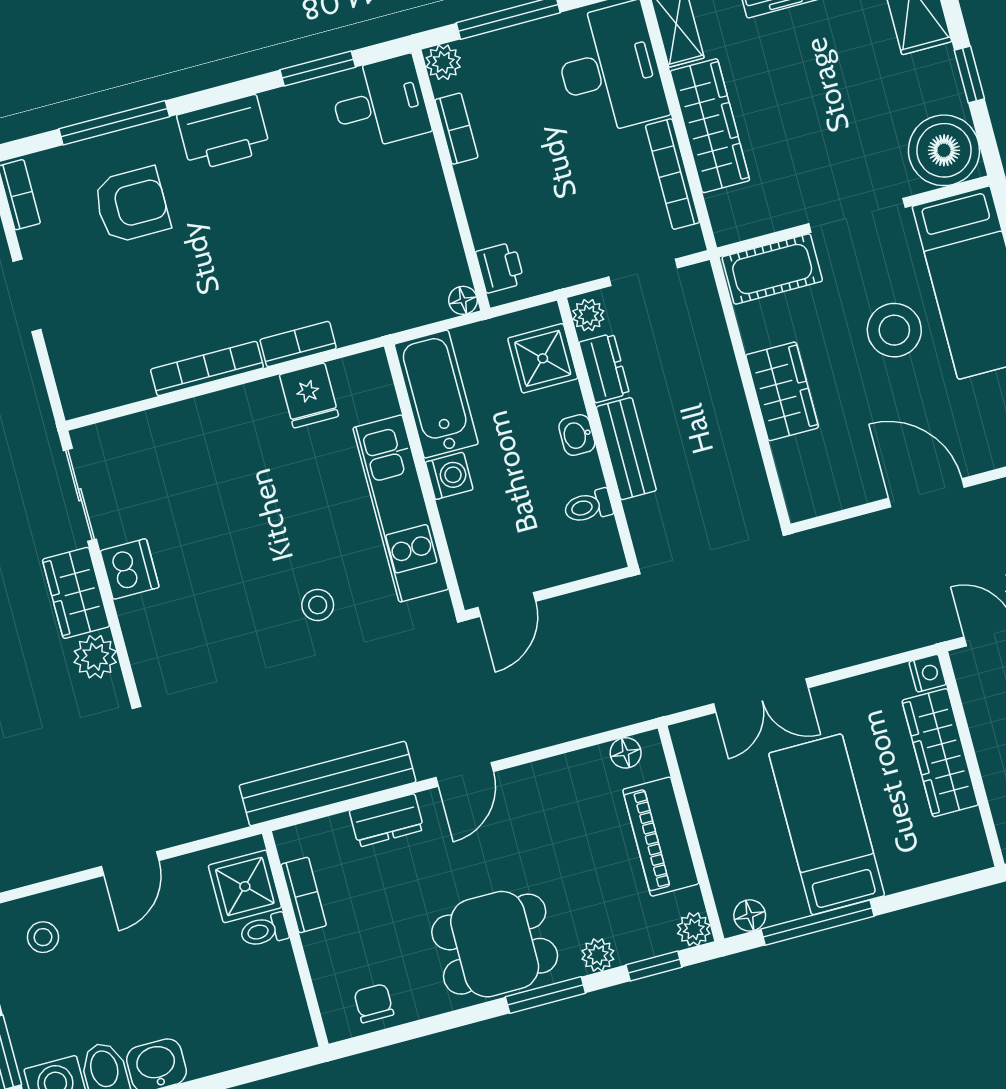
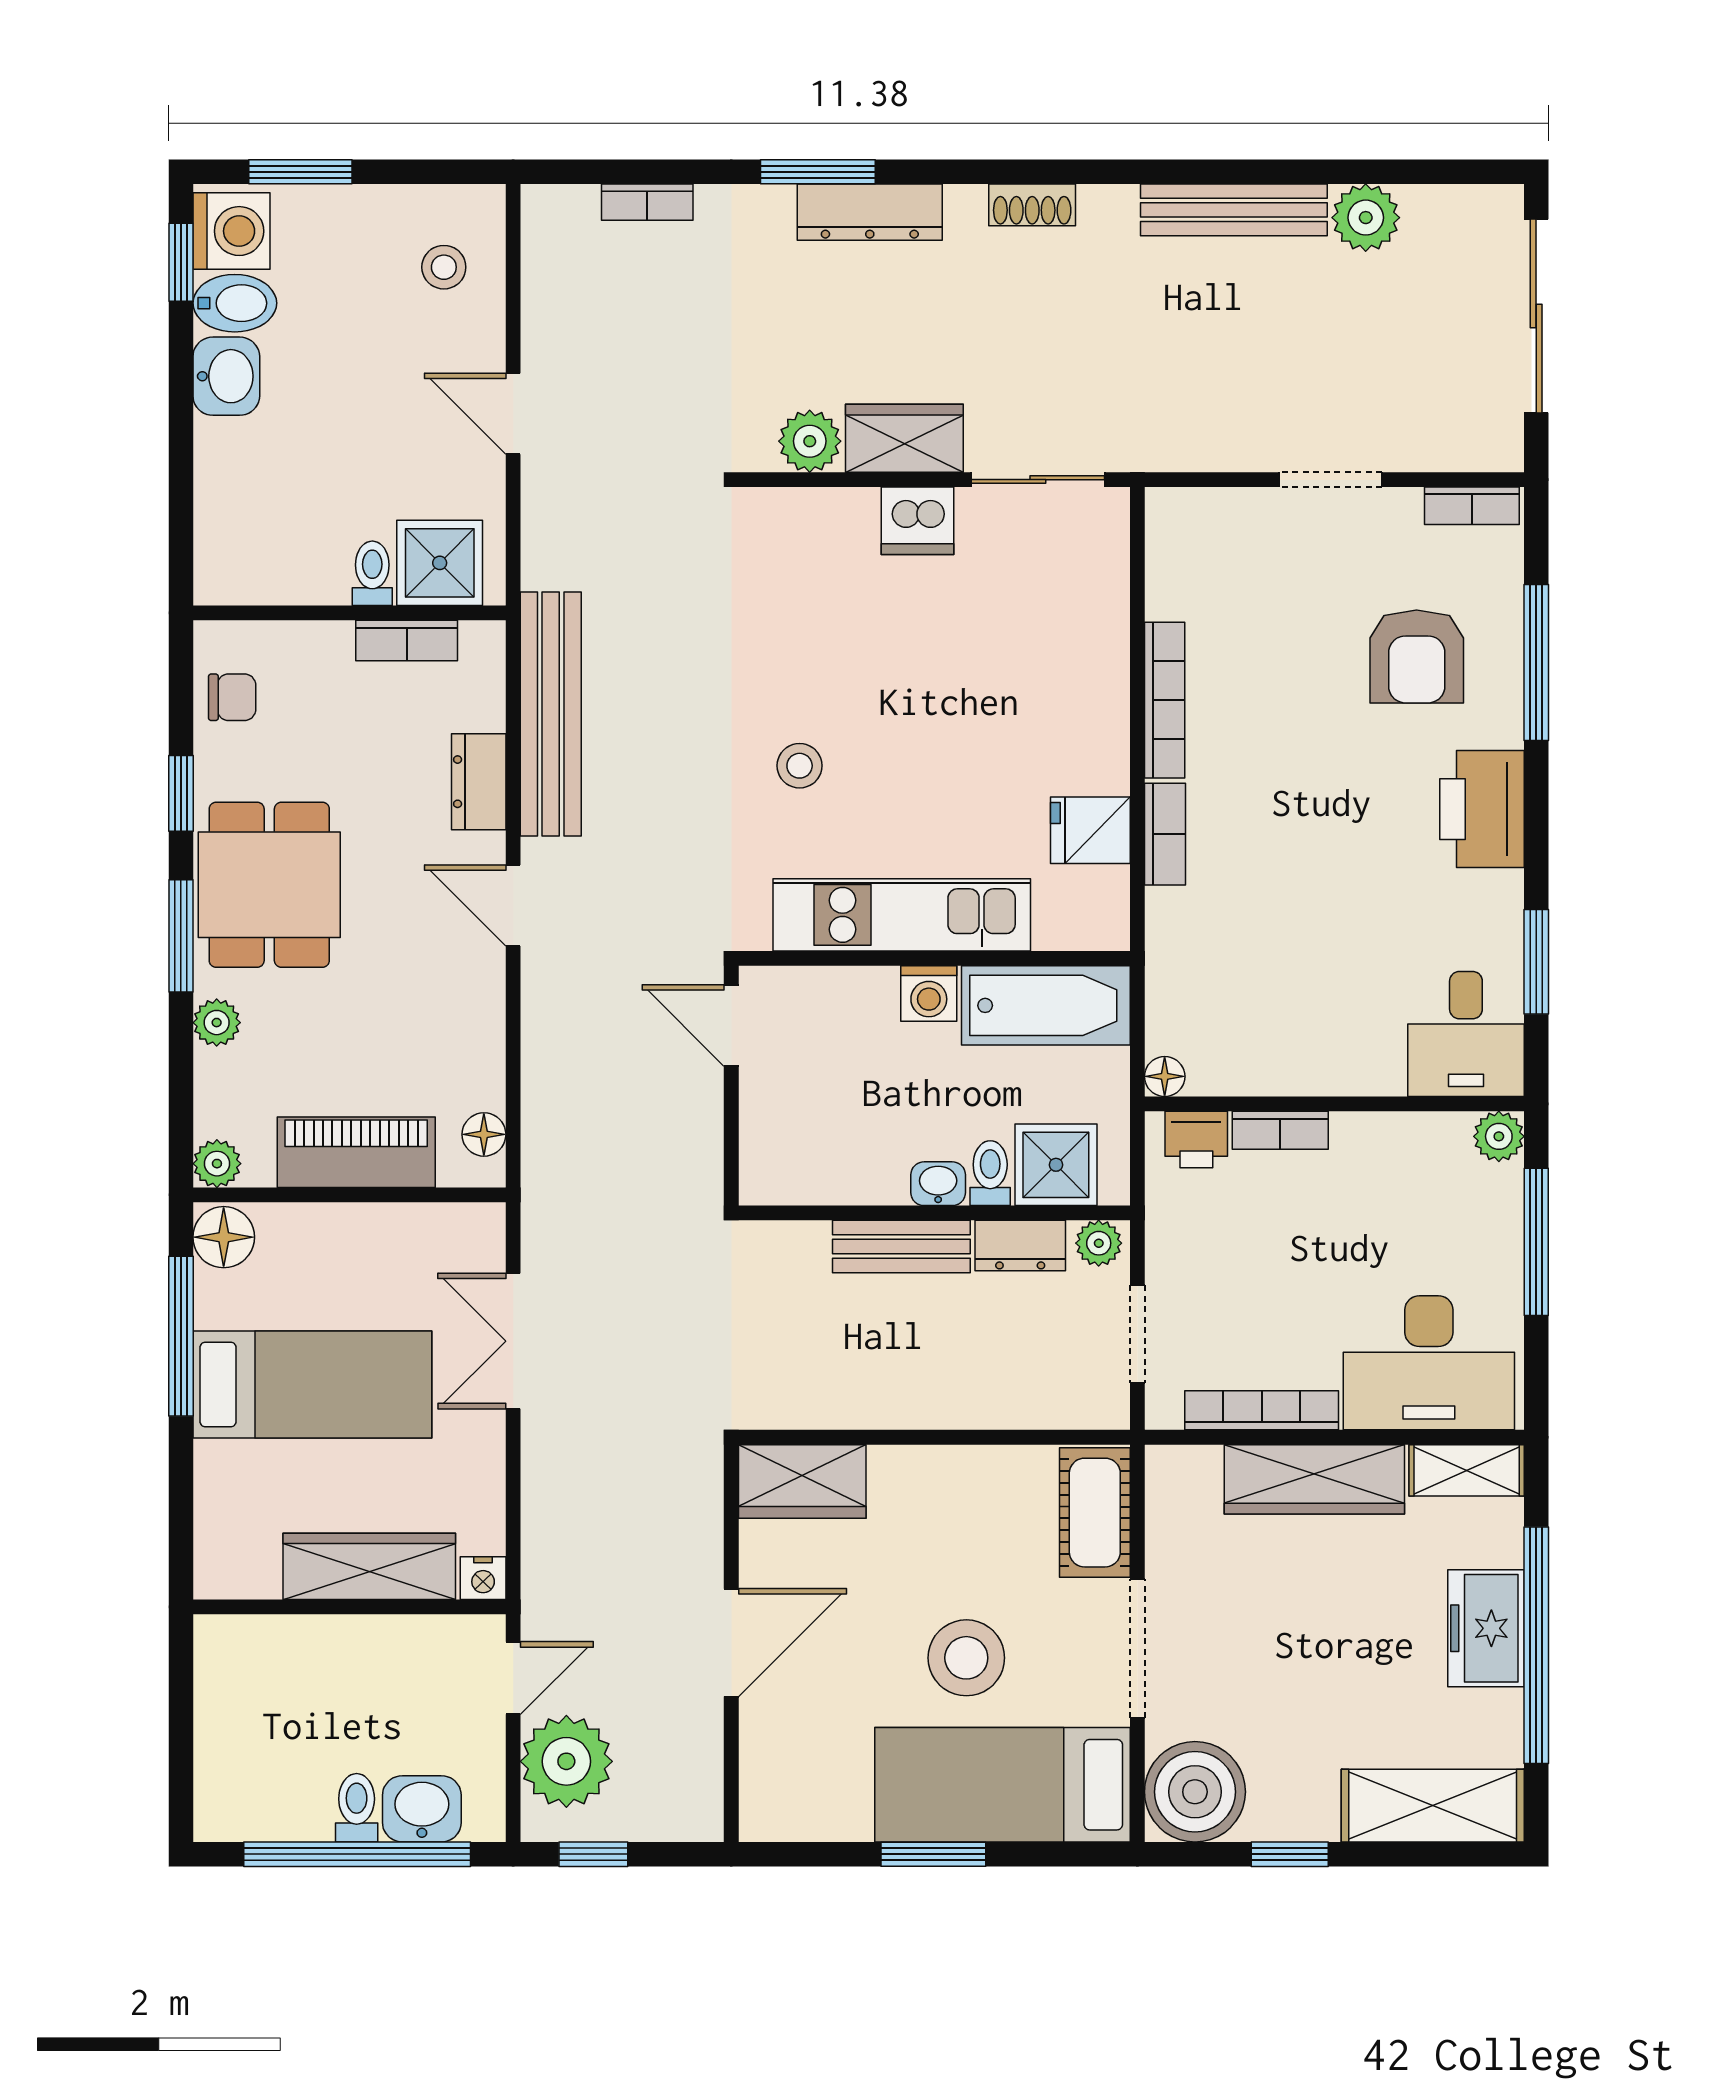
bookcase: (456, 129) -> (1280, 1130), moved
wardrobe: (782, 391) -> (802, 1481), moved
toilet: (588, 506) -> (990, 1173), moved
floor lamp: (750, 915) -> (224, 1237), width x1.37, depth x1.37
window: (654, 966) -> (181, 793), moved

